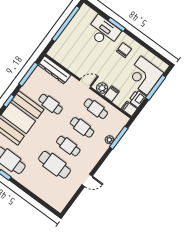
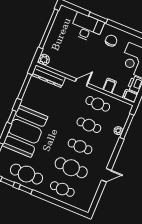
plant: (102, 88) -> (44, 60), moved
cafe table: (51, 104) -> (62, 189), moved

